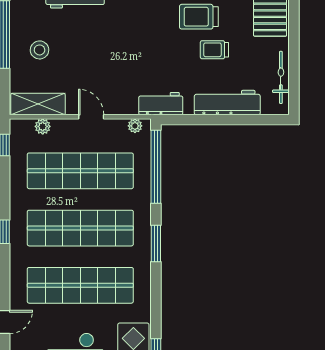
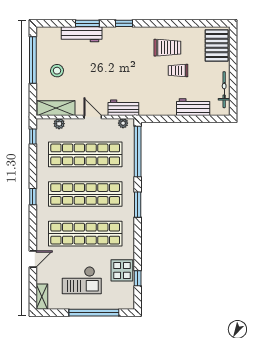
trolley: (199, 17) -> (167, 48), turned 180
workbench: (227, 103) -> (193, 107), width x0.73
workbench: (161, 104) -> (123, 108), moved

